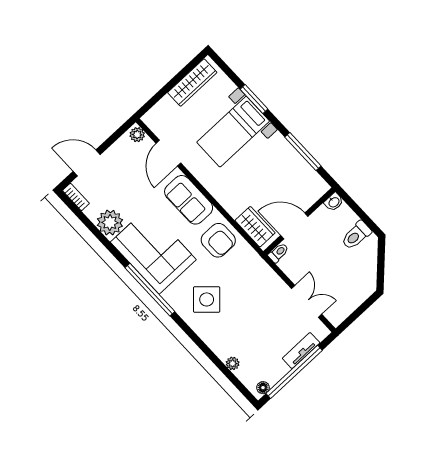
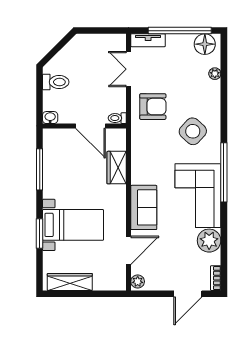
door: (87, 163) -> (188, 294), hinge flipped
wardrobe: (255, 227) -> (117, 168), moved
armchair: (218, 240) -> (153, 107), moved, turned 90
tv unit: (301, 351) -> (148, 40), moved
floor lamp: (263, 388) -> (205, 44), width x1.89, depth x1.89

